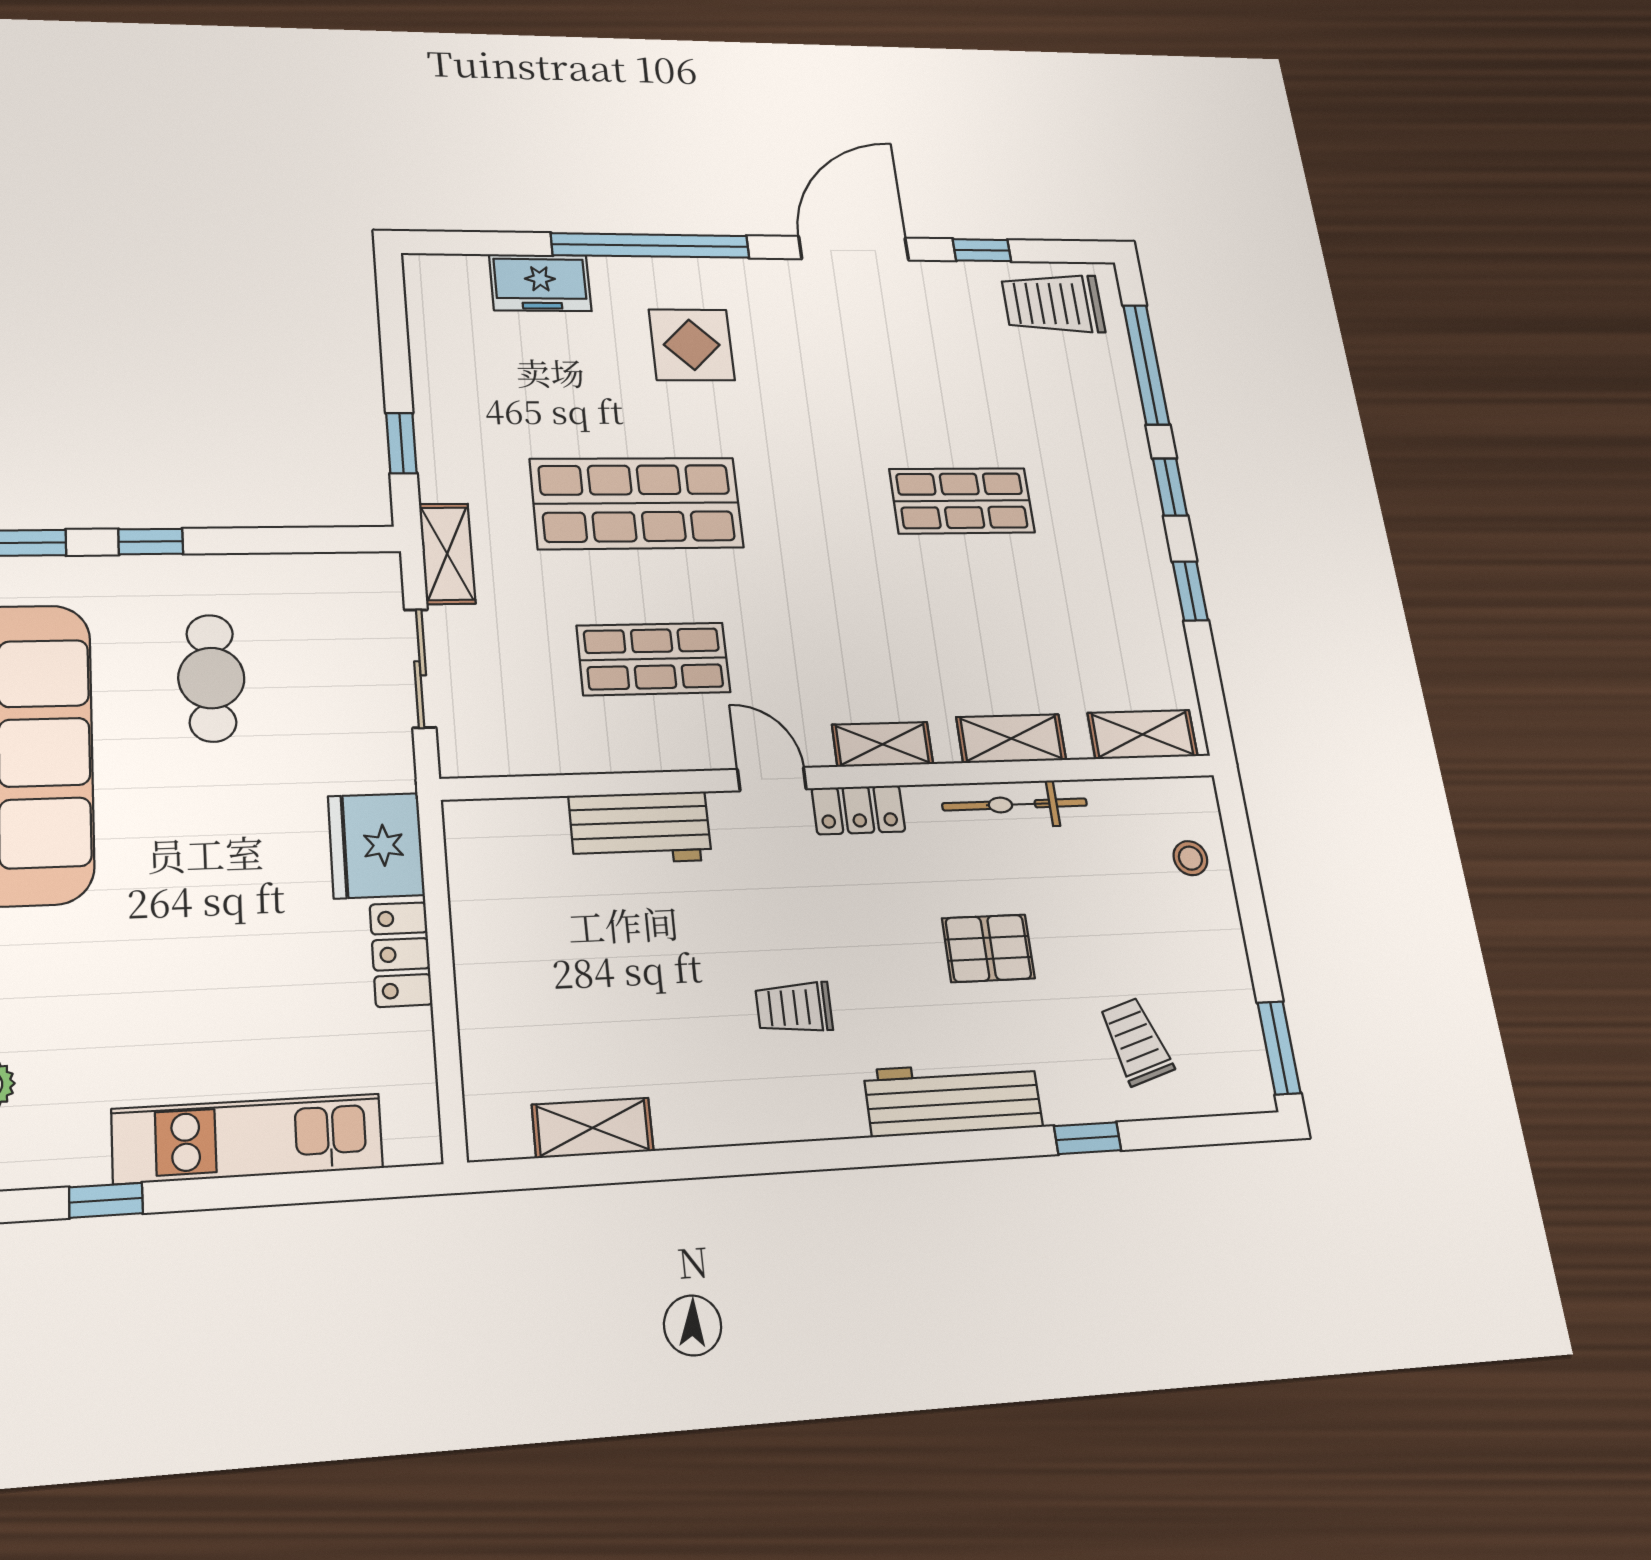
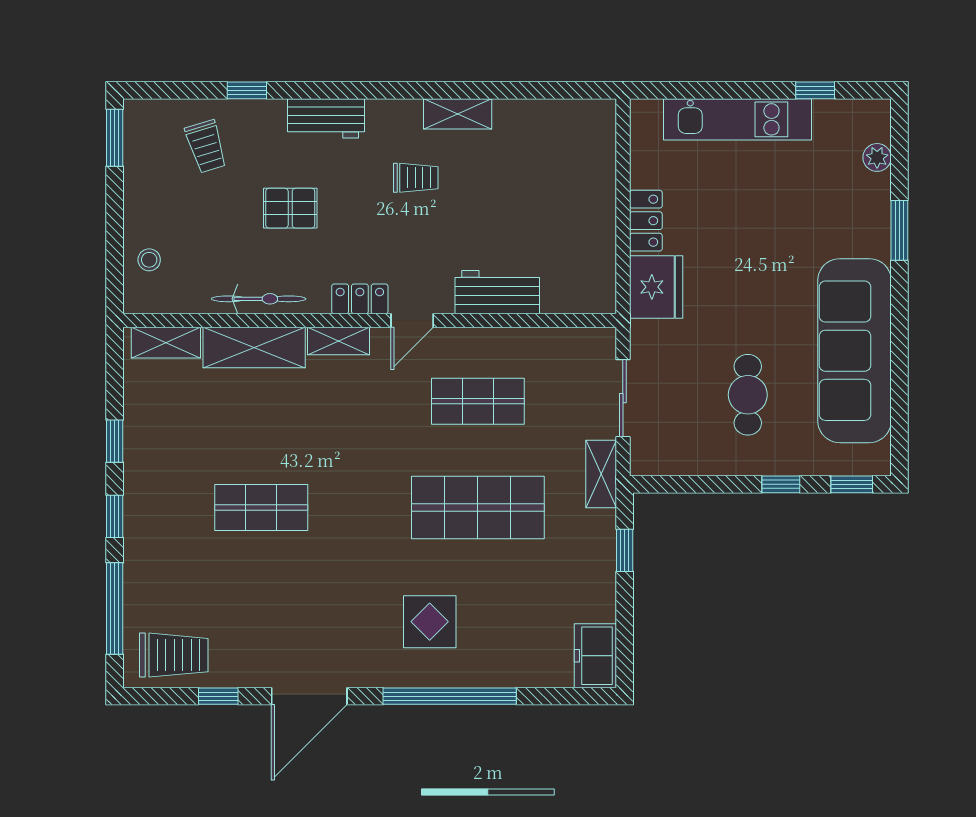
freezer: (540, 283) -> (595, 656), moved, turned -90
shelving: (1011, 739) -> (254, 347), width x1.50, depth x1.33
door: (772, 779) -> (412, 320), hinge flipped
workbench: (953, 1099) -> (326, 118), width x0.73
shelving: (593, 1128) -> (458, 114), moved

